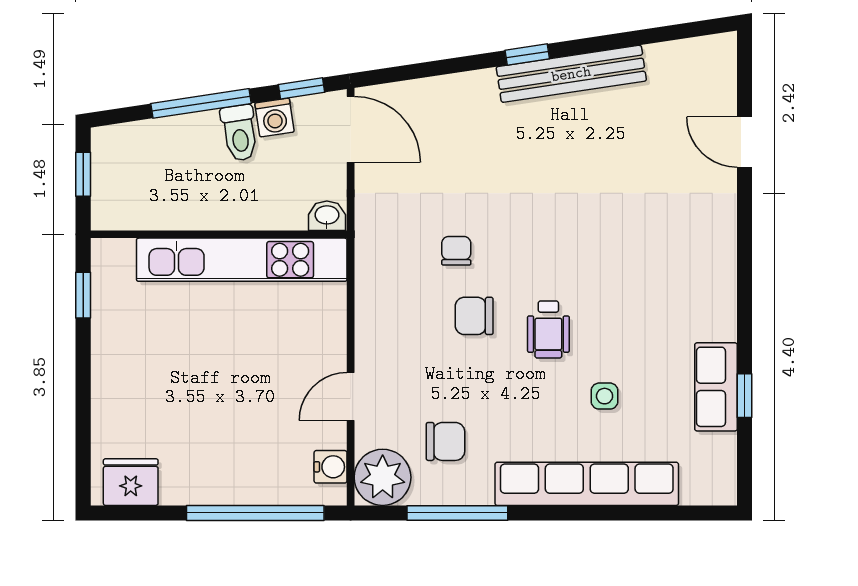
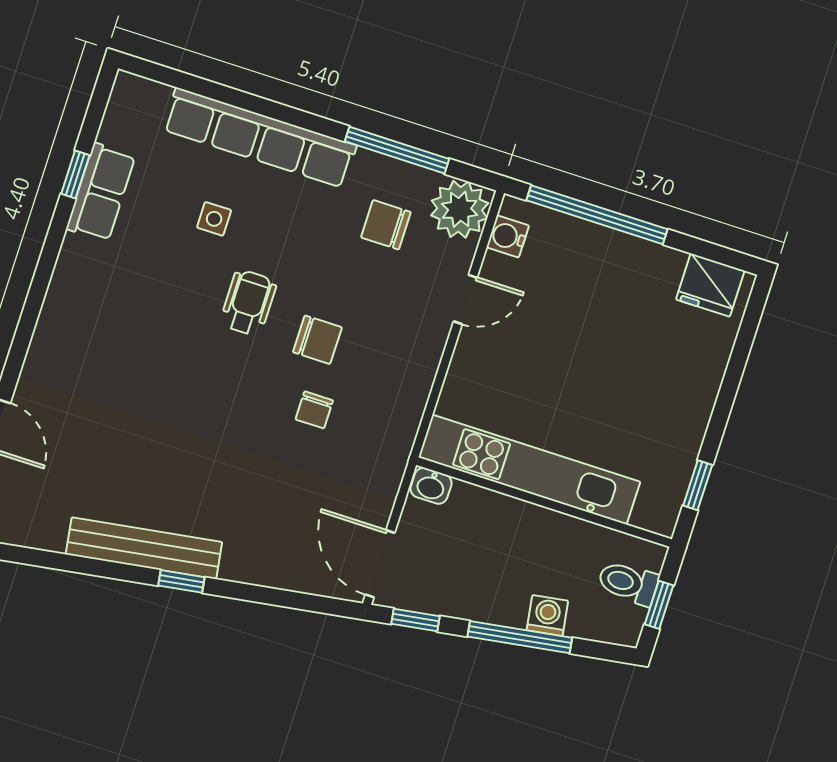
washing machine: (275, 118) -> (547, 616), moved
toilet: (239, 133) -> (628, 583), moved, turned -81

